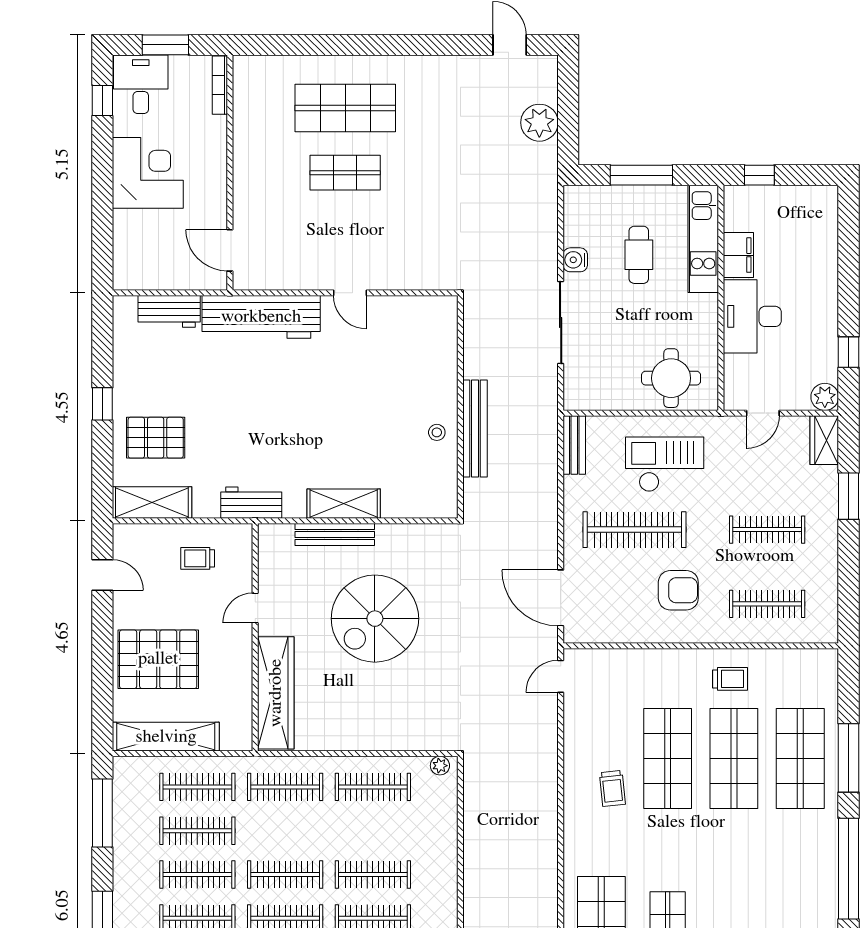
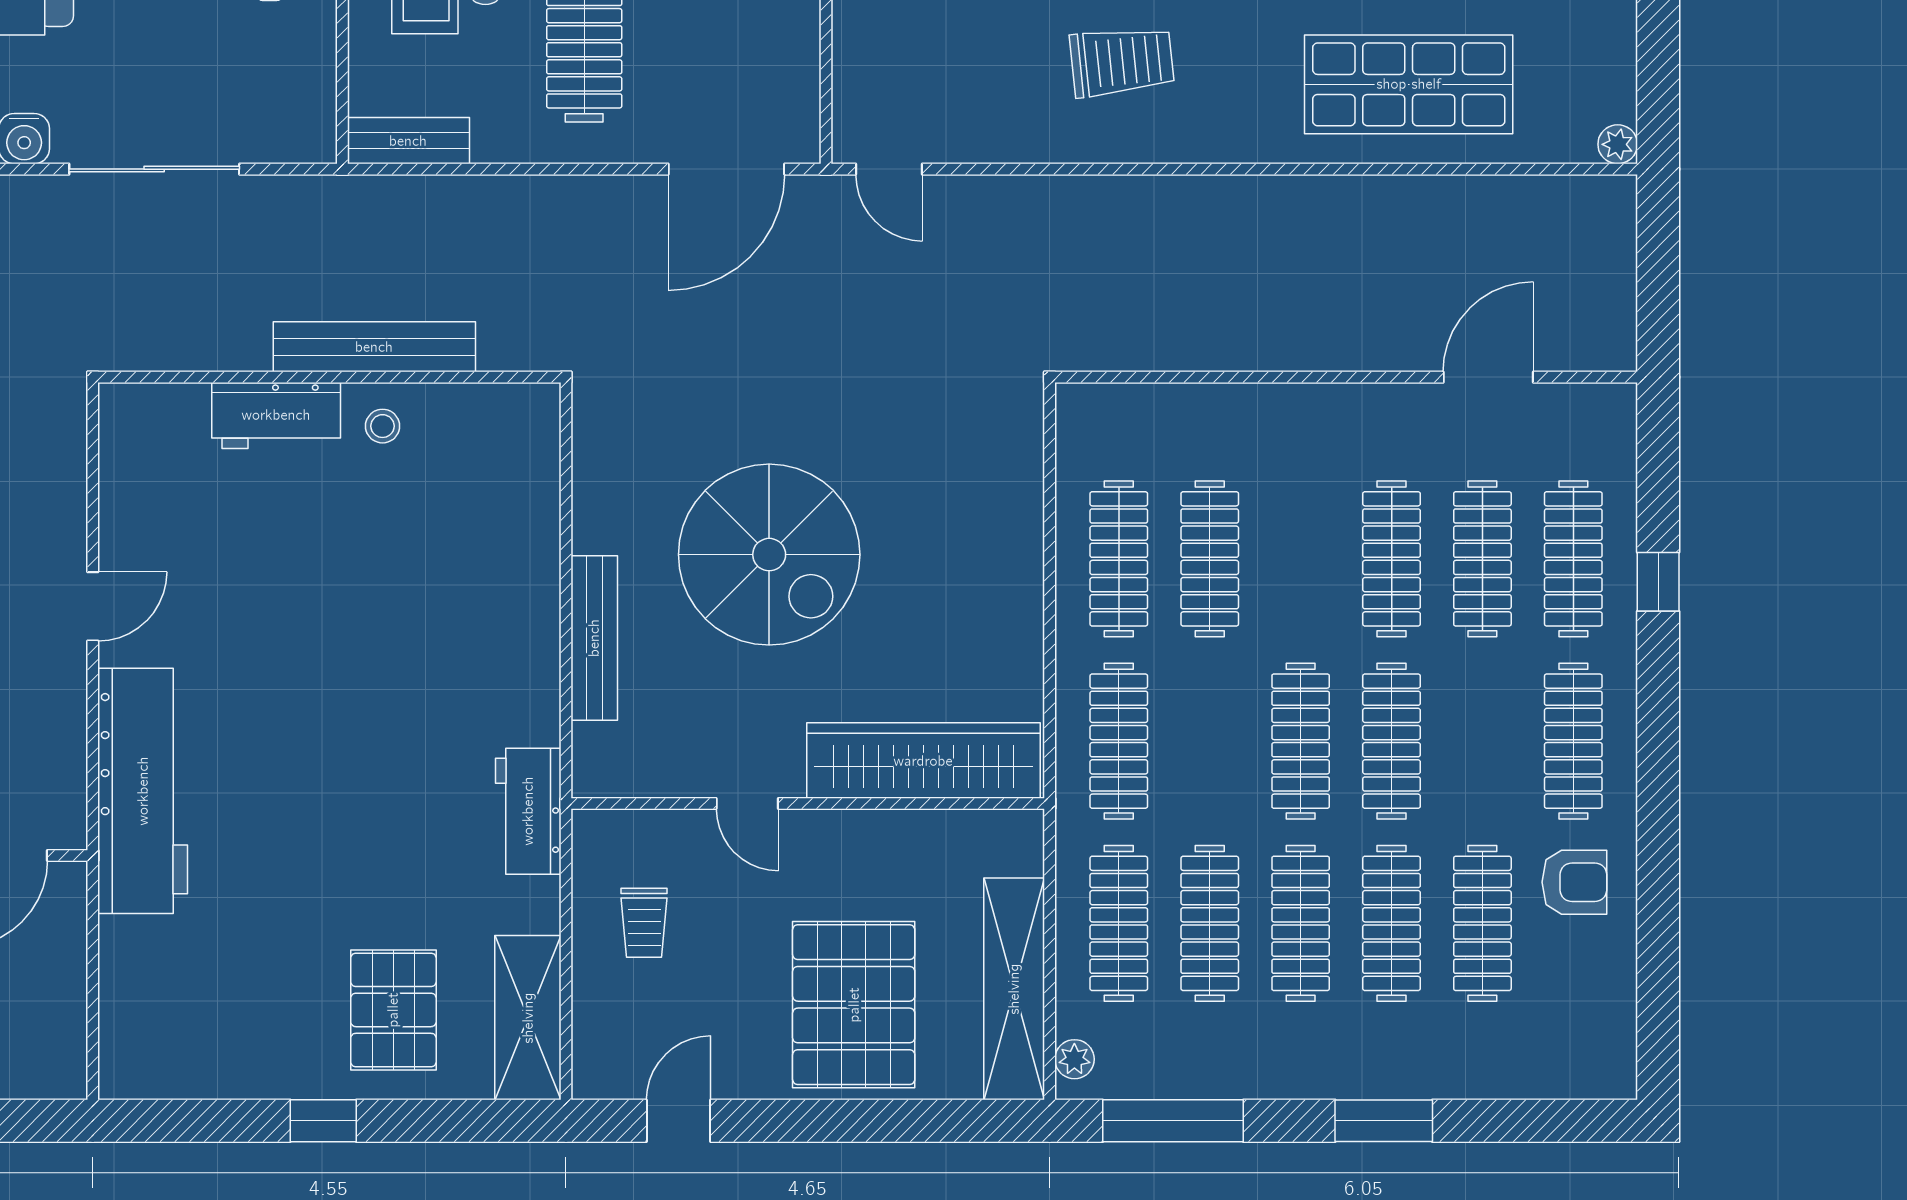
workbench: (169, 311) -> (276, 415), moved, turned 90
shelving: (344, 504) -> (530, 619), removed
plant: (440, 766) -> (1074, 1059), moved
trolley: (612, 788) -> (1122, 62), width x1.36, depth x1.39
clothes rail: (373, 875) -> (1210, 559), moved

